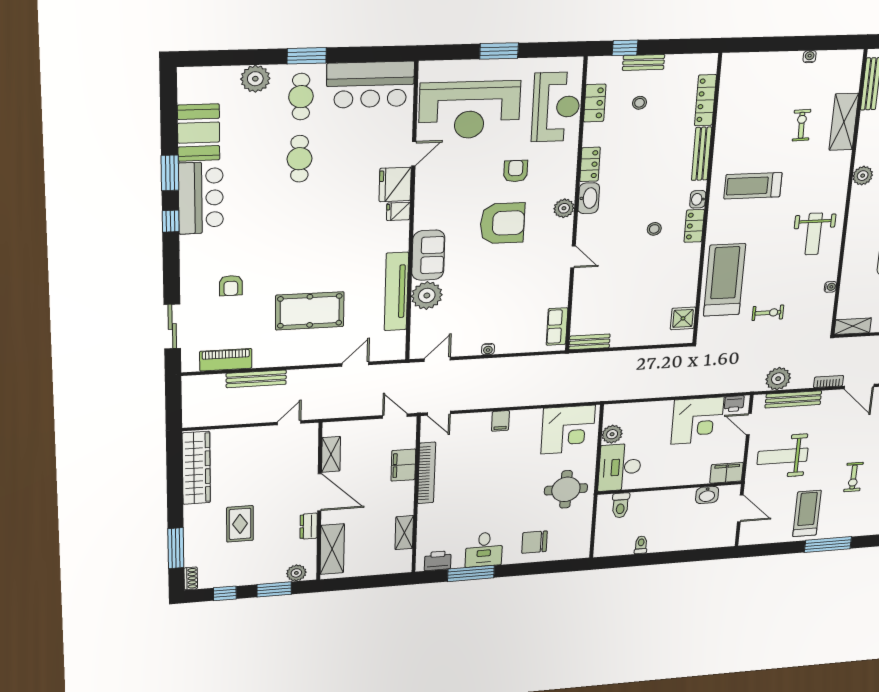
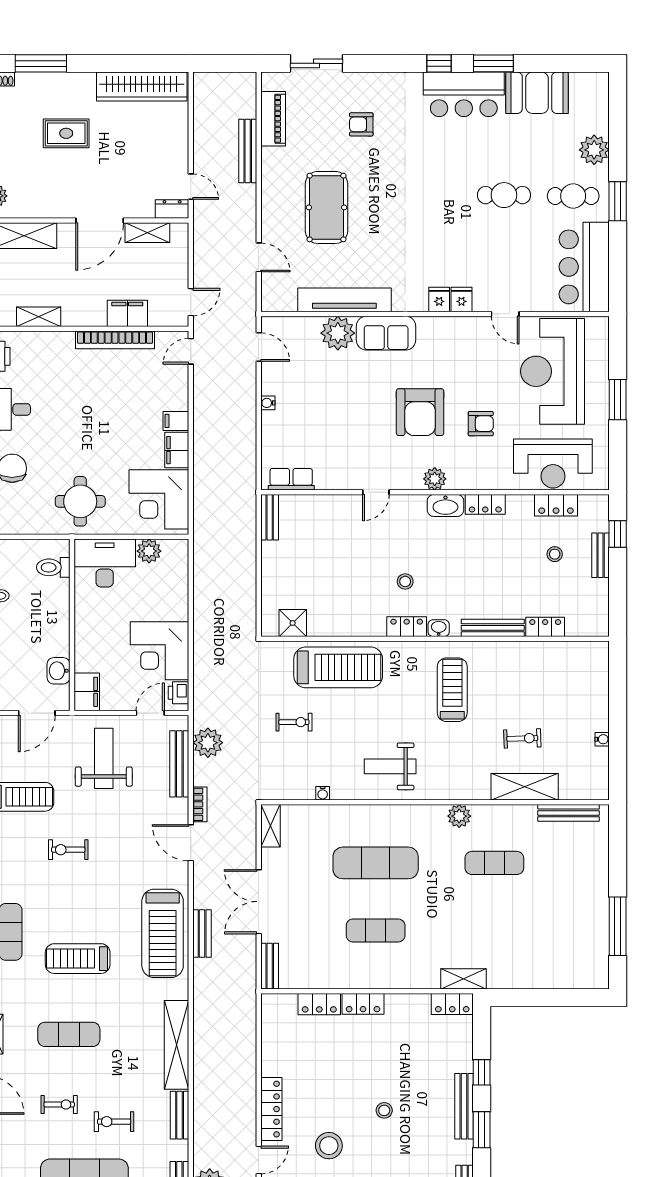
locker: (705, 100) -> (545, 627), width x0.66
fridge: (395, 184) -> (461, 300), width x0.53, depth x0.75
exercise bike: (768, 313) -> (294, 722), turned -90
door: (859, 386) -> (191, 843), hinge flipped
filing cabinet: (526, 419) -> (177, 450), added
dresser: (309, 526) -> (172, 209), moved

